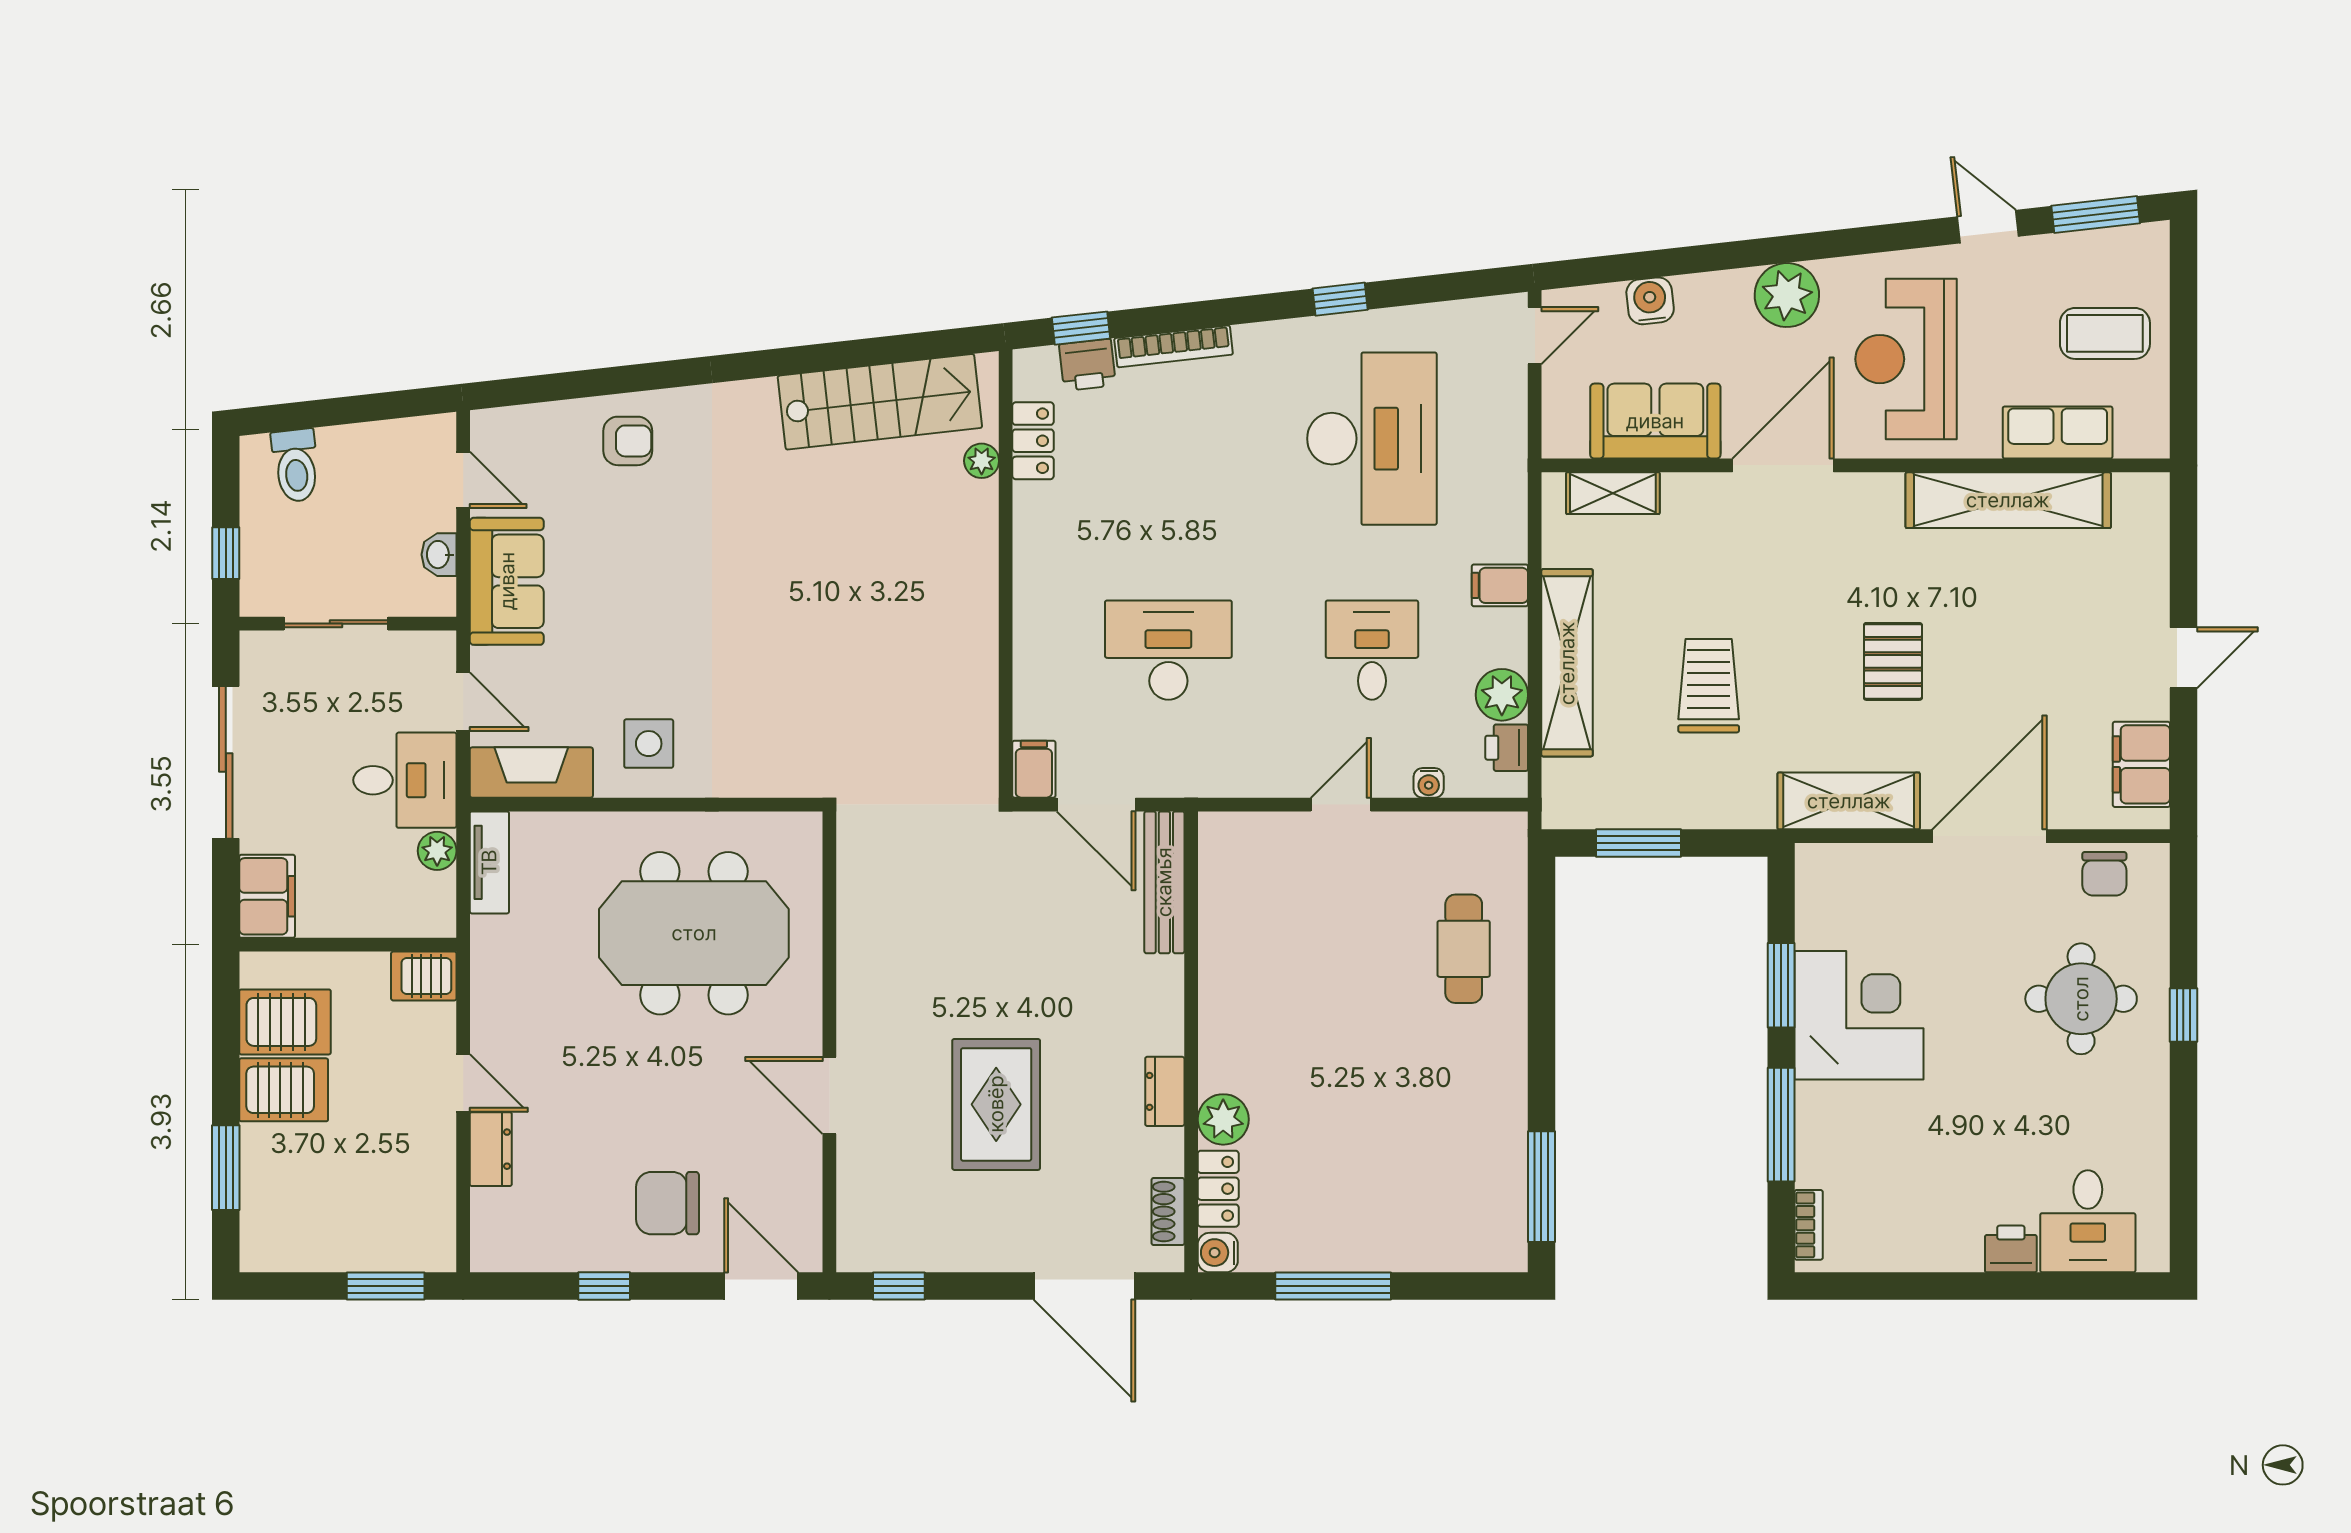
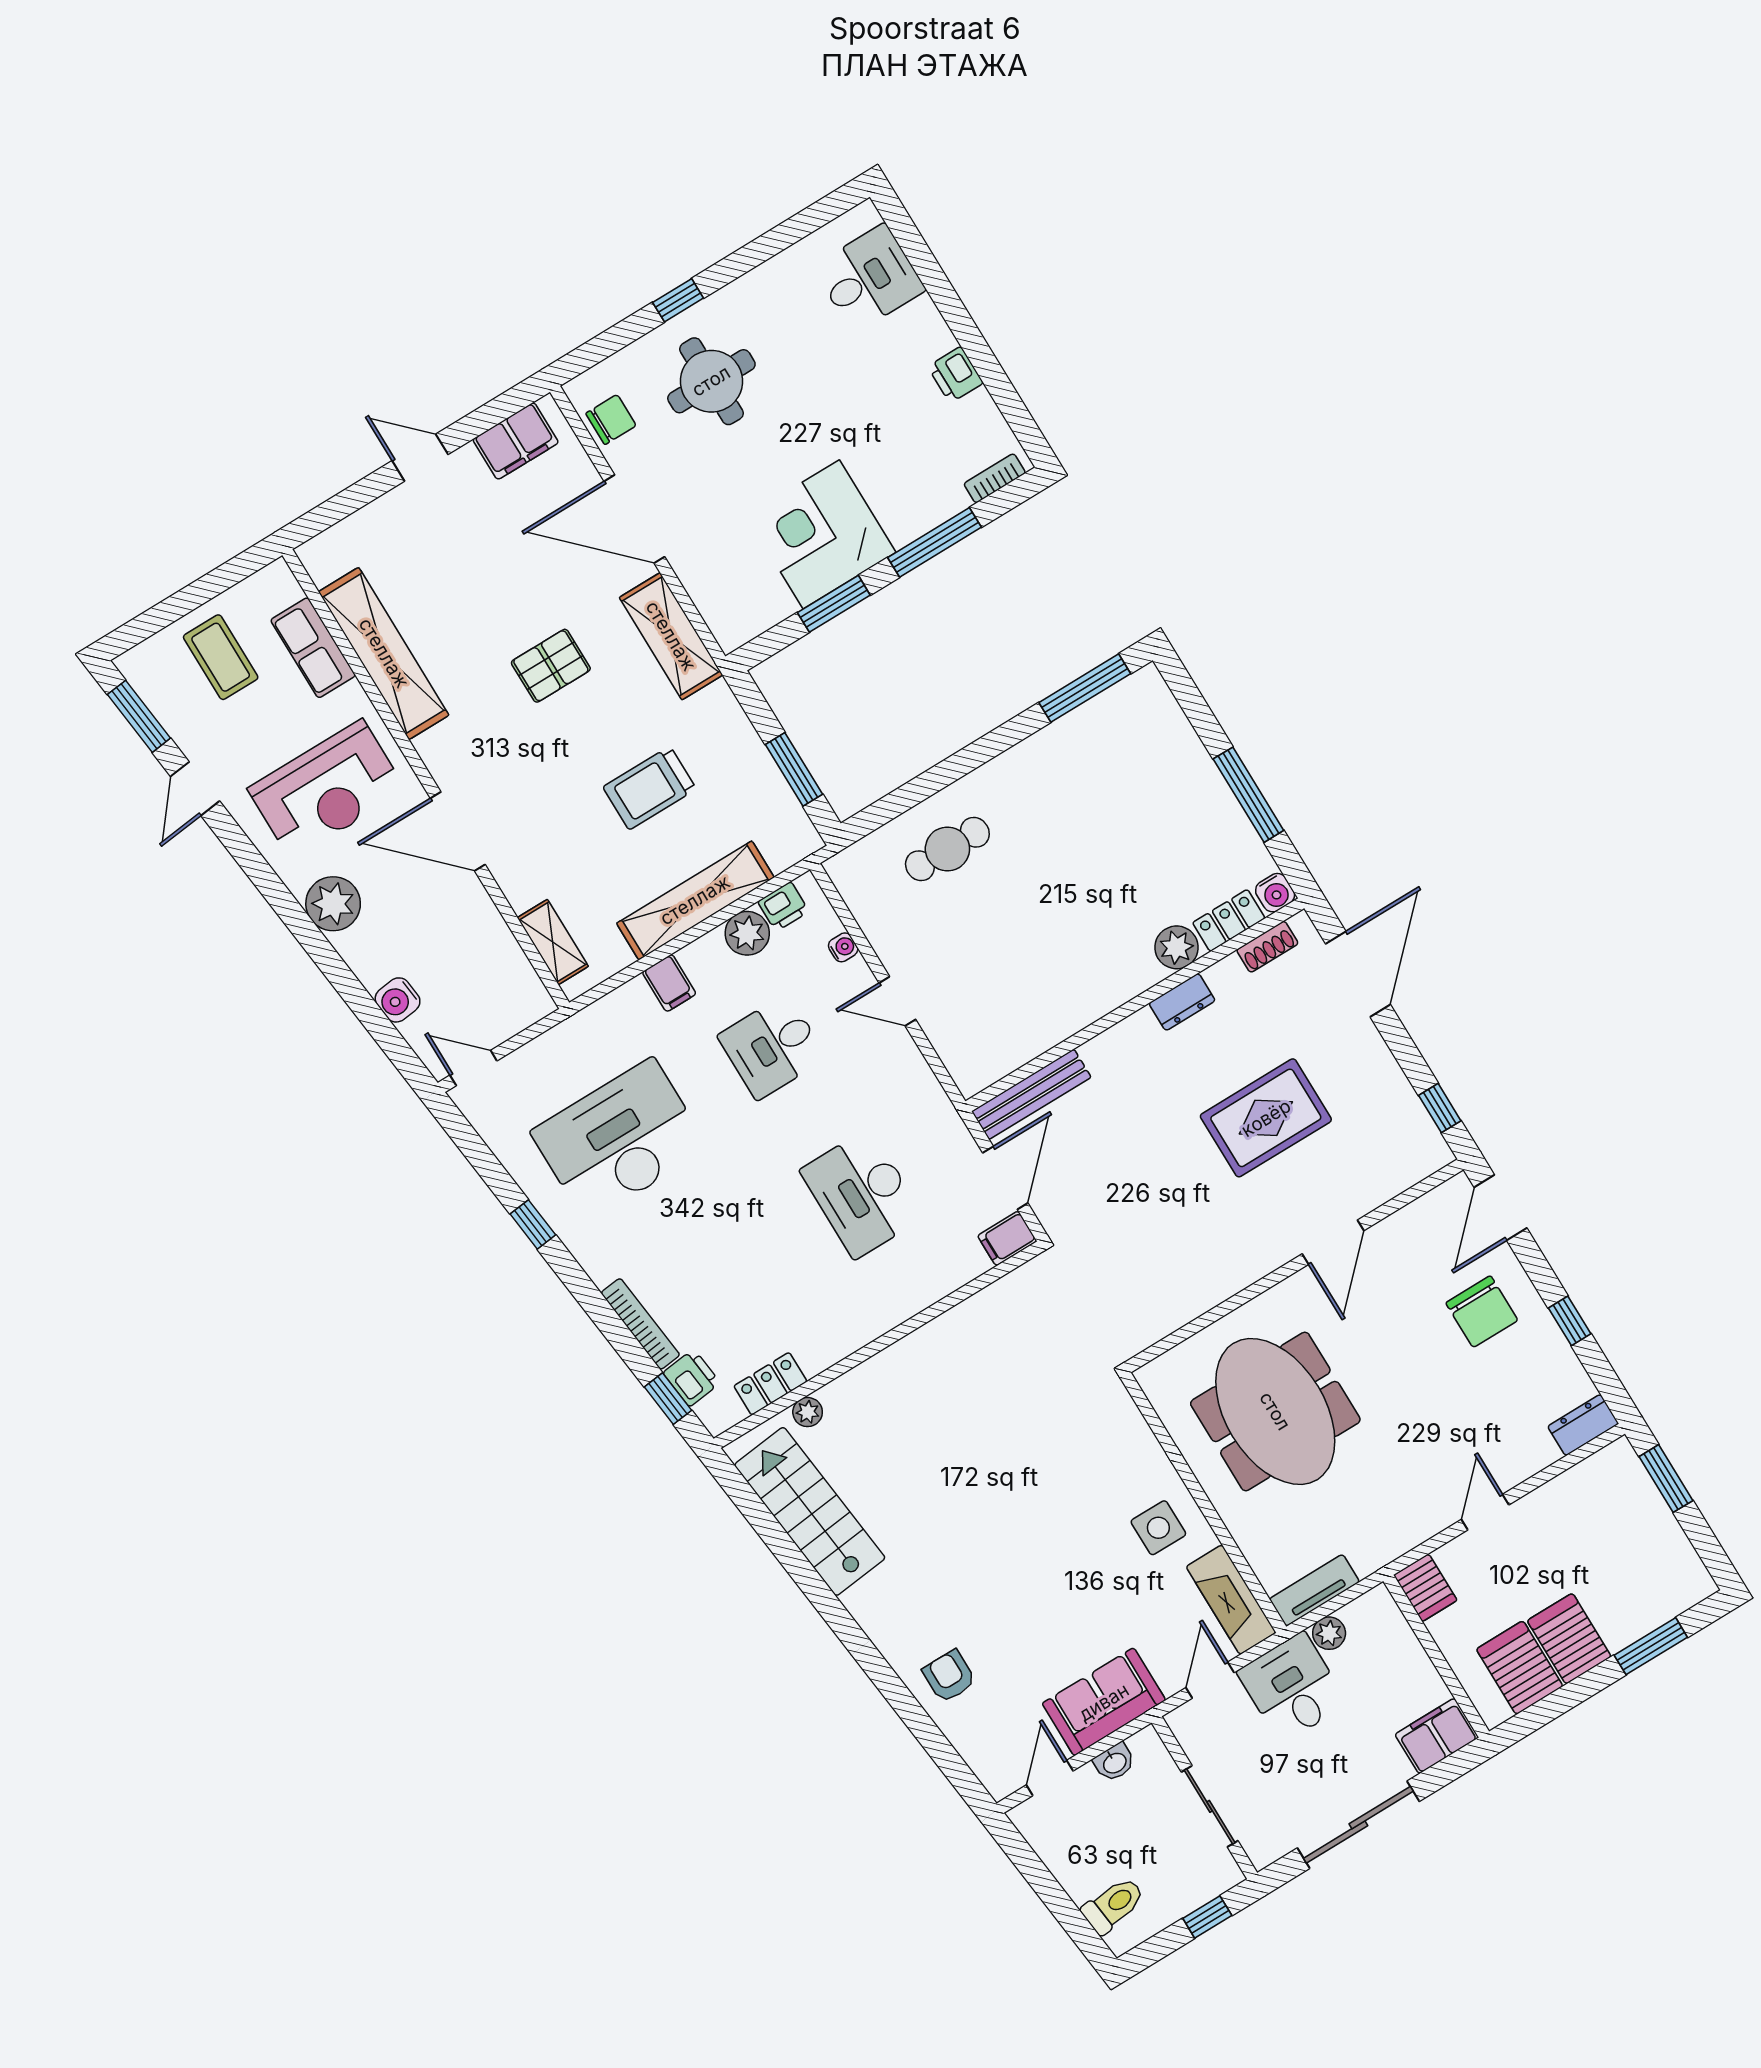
sofa: (1655, 421) -> (482, 943), removed
dresser: (491, 1149) -> (1583, 1425), moved
printer: (2011, 1249) -> (955, 375), moved

